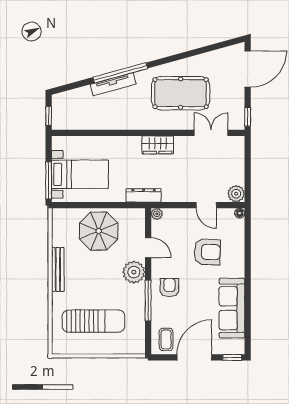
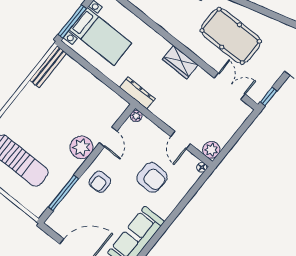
parasol: (99, 231) -> (80, 93), removed
bench: (58, 269) -> (48, 67), moved
armchair: (169, 288) -> (100, 182), turned 180
window: (148, 301) -> (63, 193), moved
coffee table: (166, 339) -> (65, 220), removed

